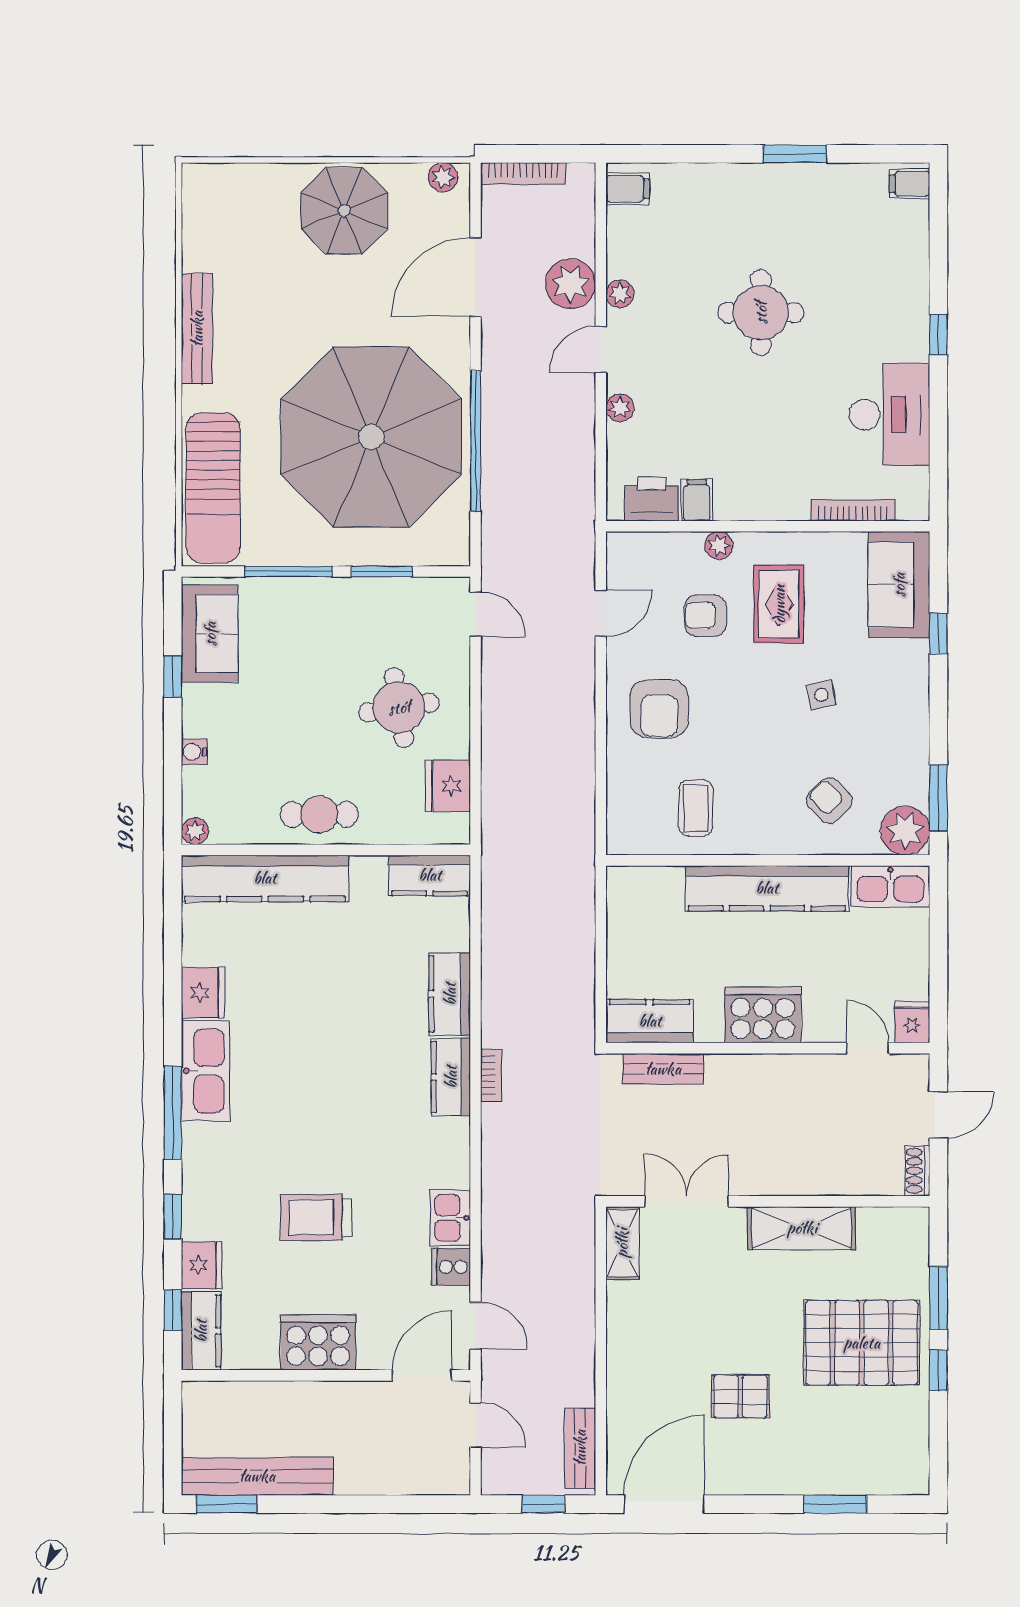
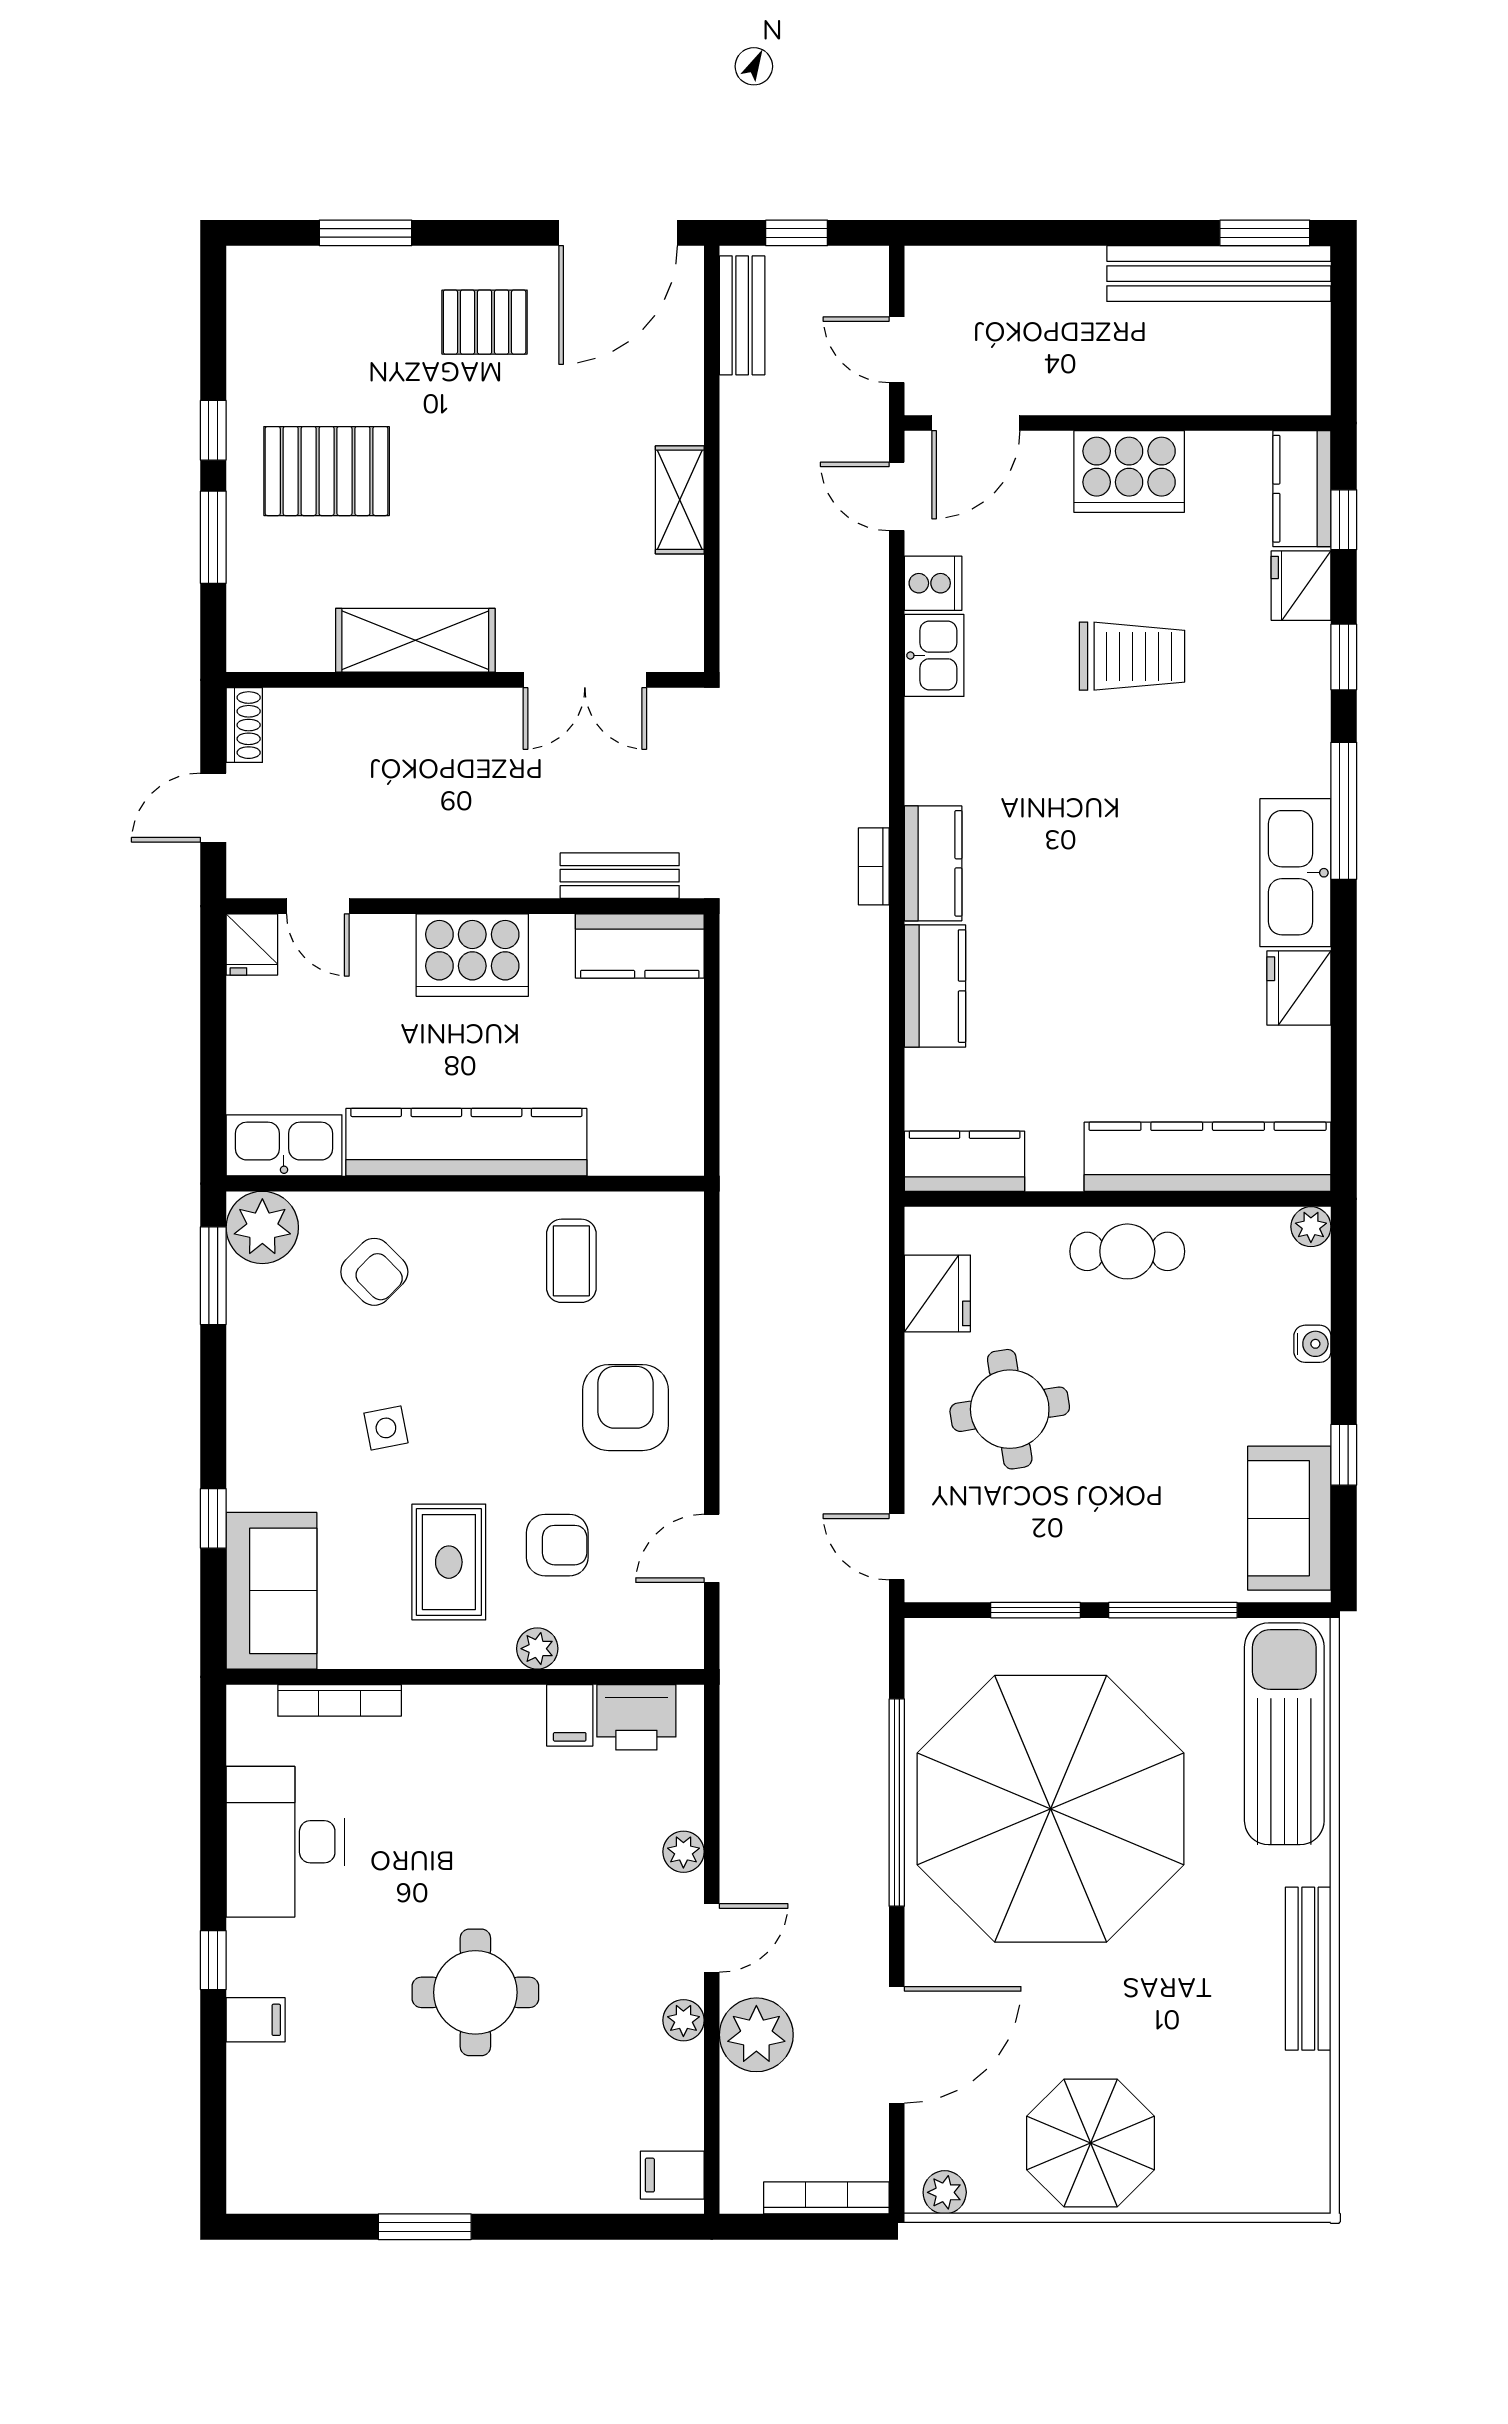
filing cabinet: (910, 184) -> (256, 2020), moved
shelving: (622, 1243) -> (680, 500), moved
pallet: (862, 1343) -> (327, 471), width x0.73, depth x0.71
pallet: (740, 1396) -> (485, 322), moved

